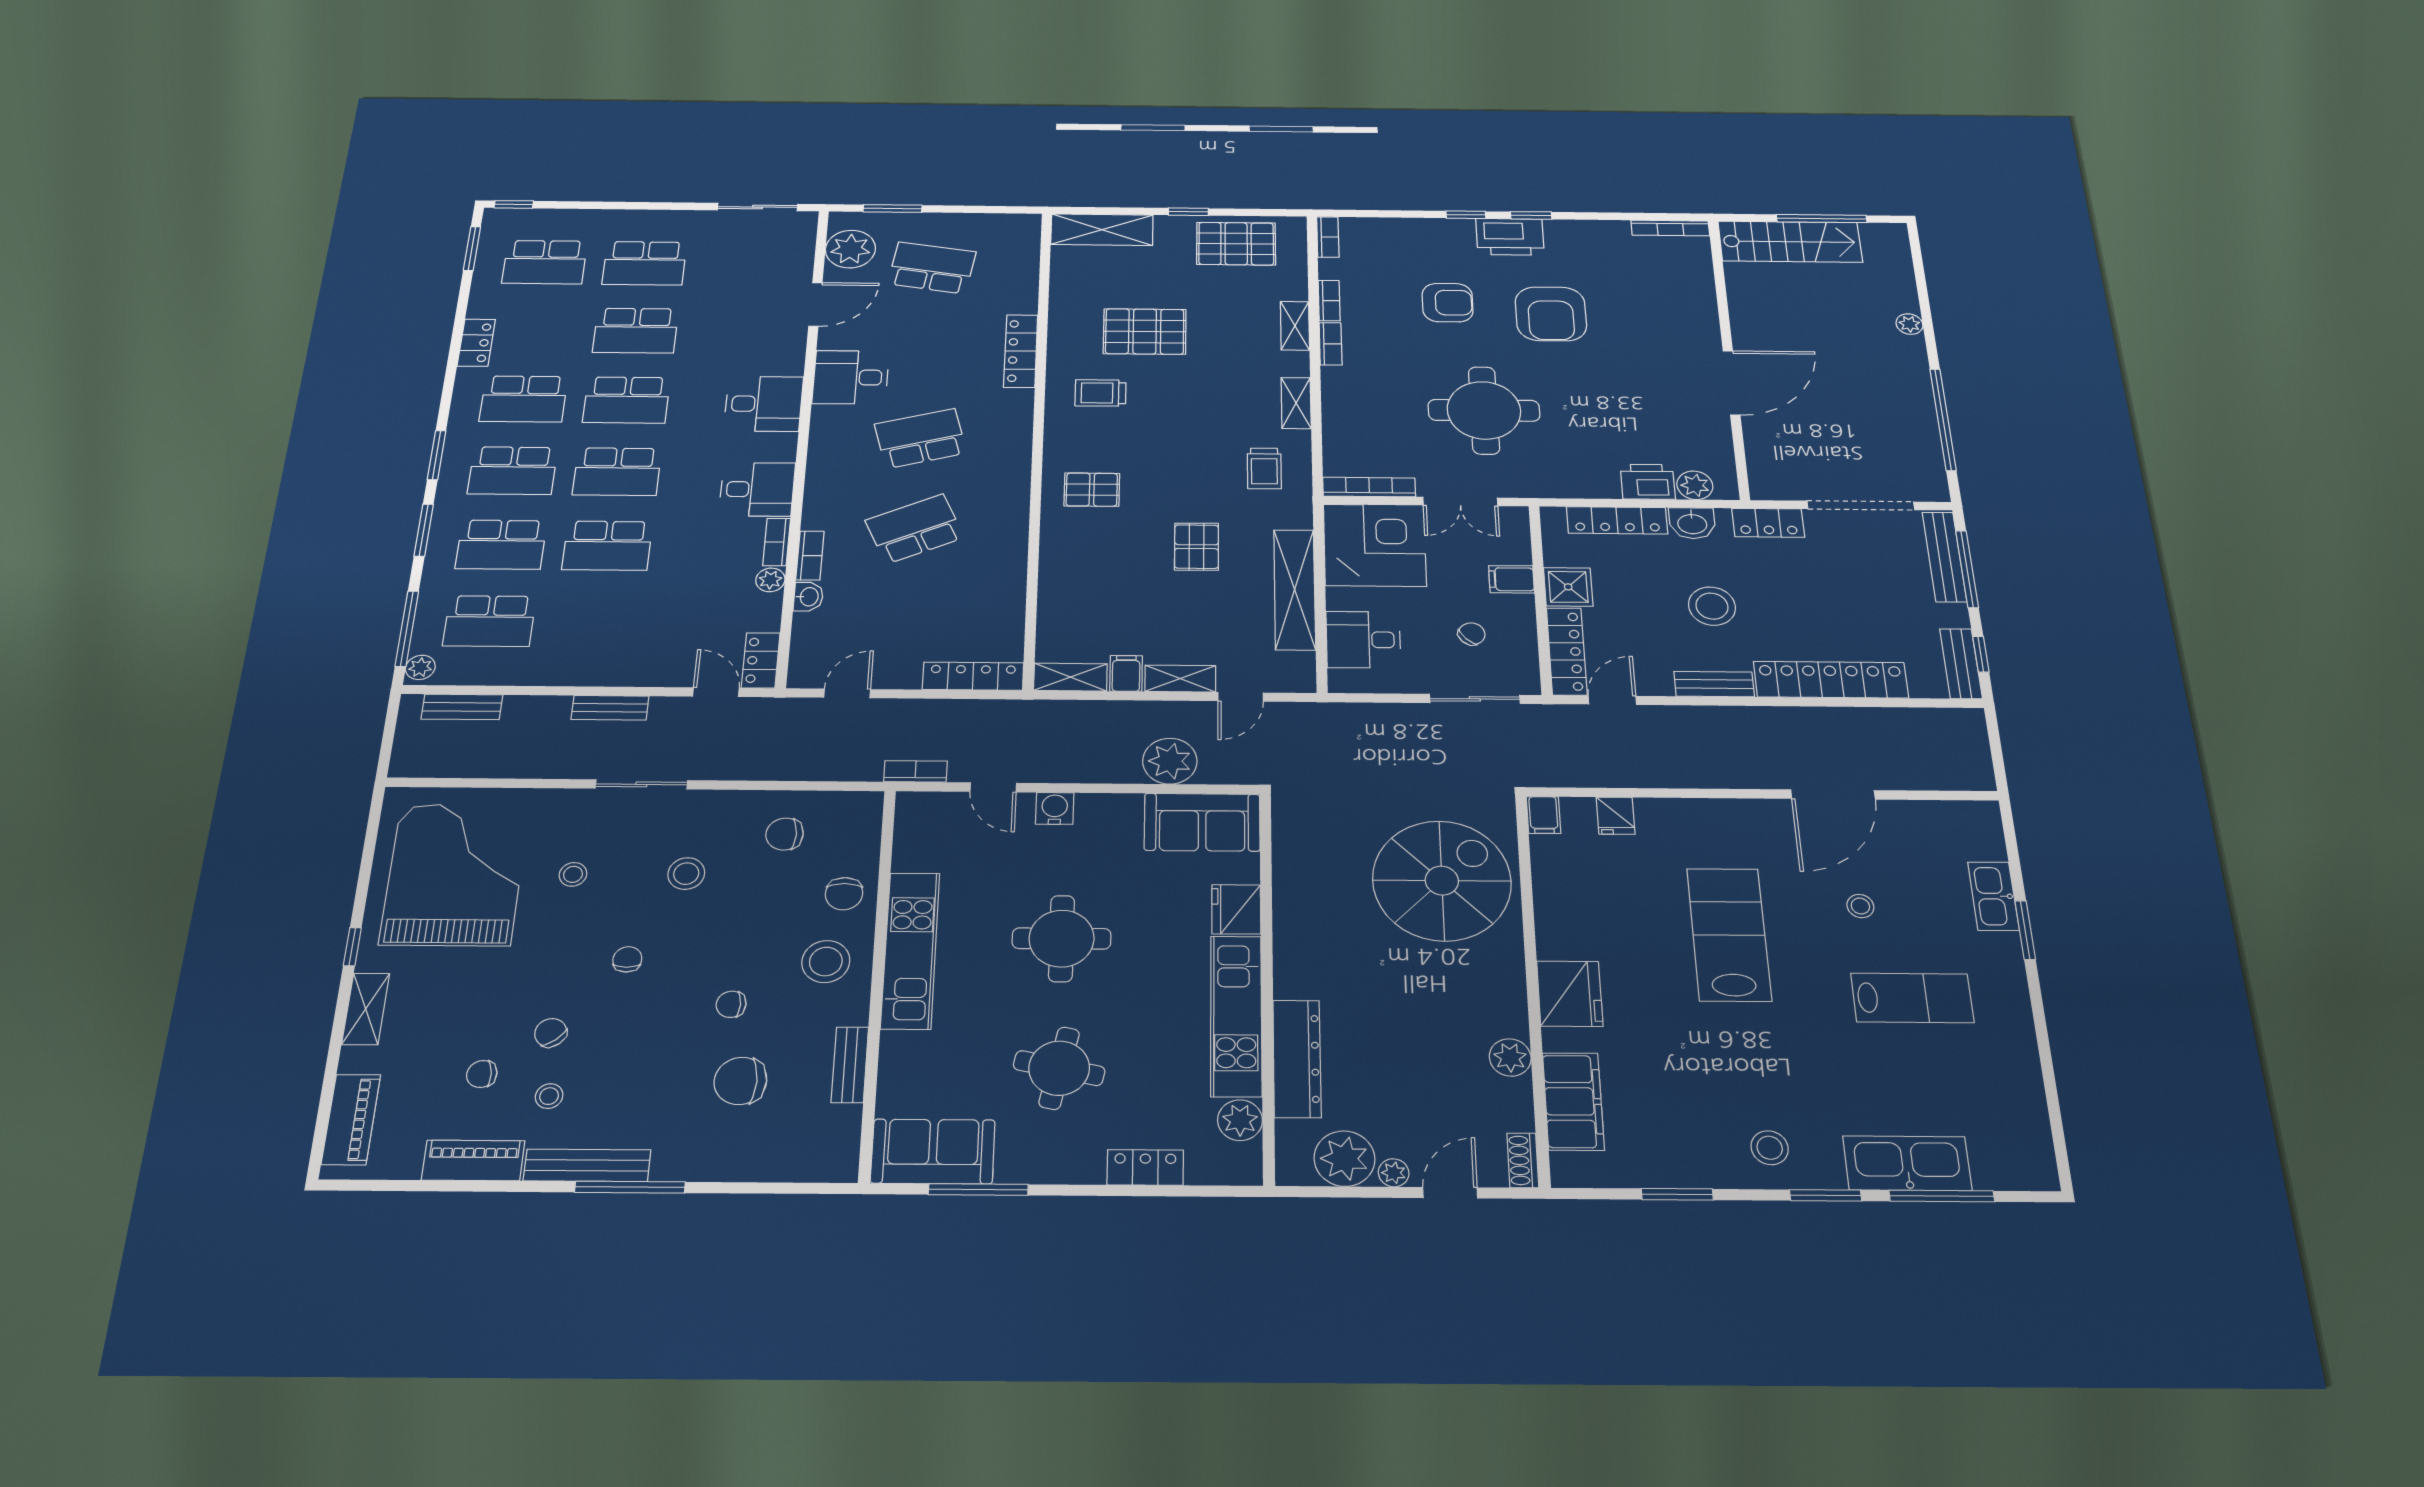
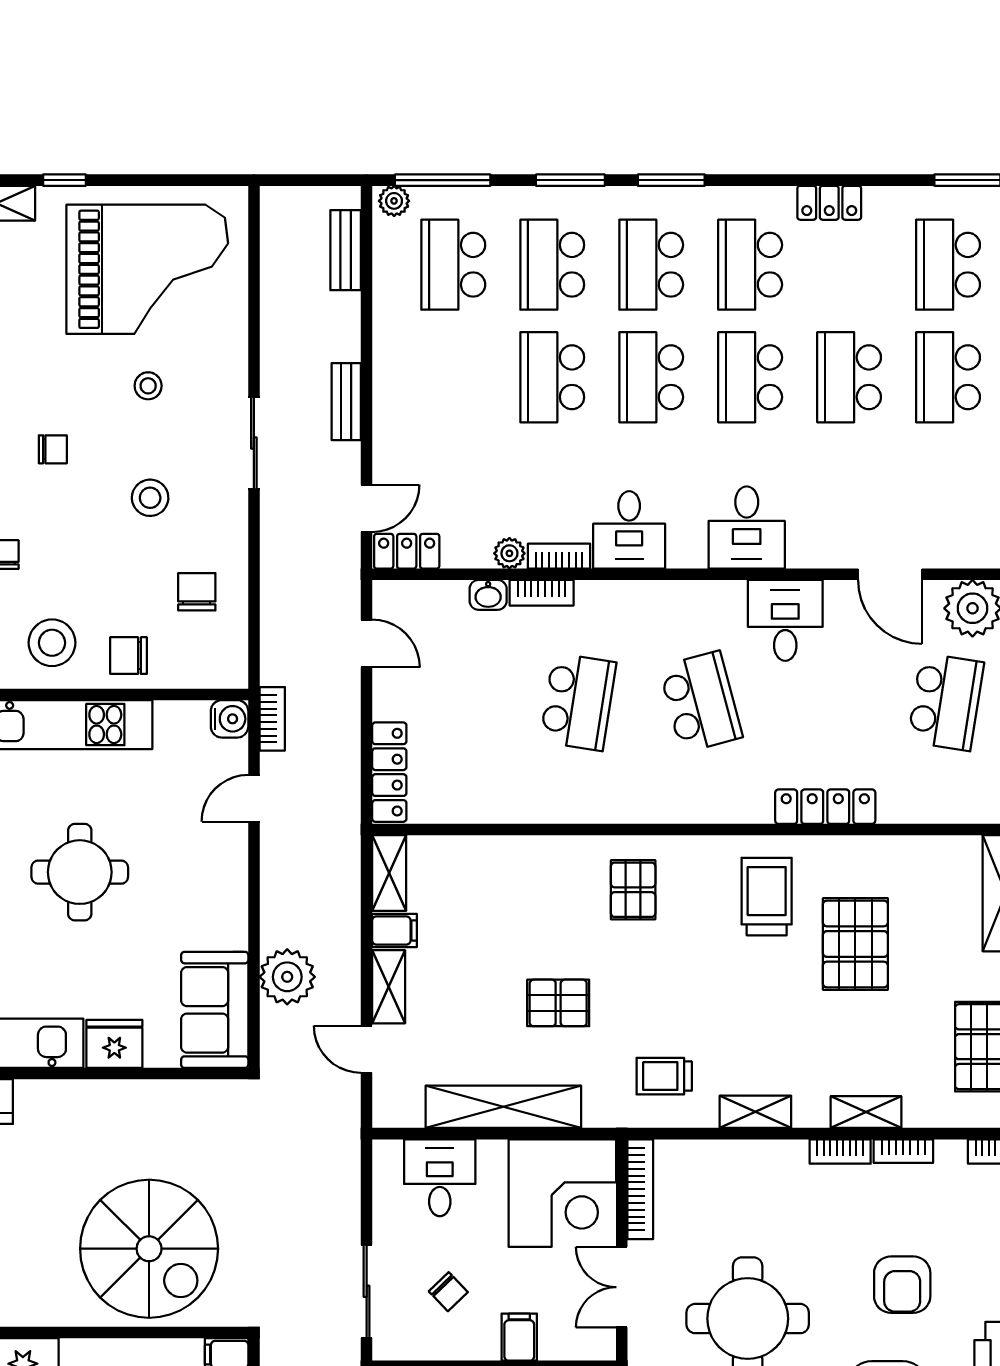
trolley: (1101, 393) -> (767, 897), width x1.36, depth x1.39
school desk: (915, 529) -> (578, 702), turned 33
water cooler: (1055, 808) -> (230, 719), moved

